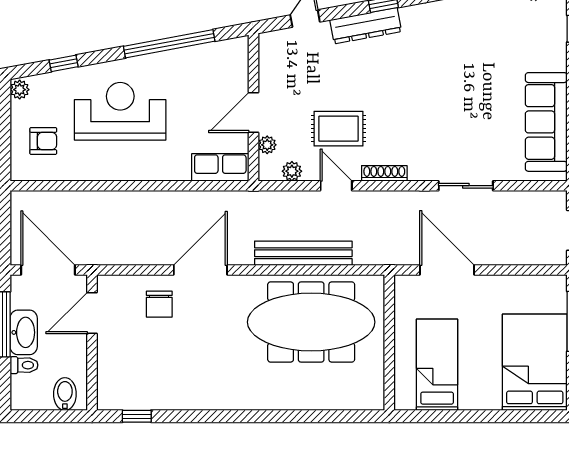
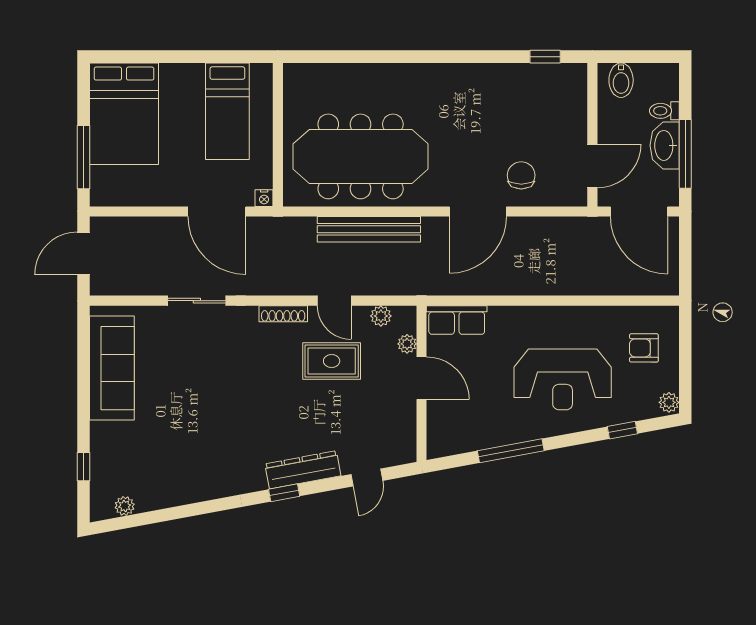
window: (169, 44) -> (511, 451), width x0.68
door: (254, 112) -> (422, 378), hinge flipped
nightstand: (402, 283) -> (264, 198), added

